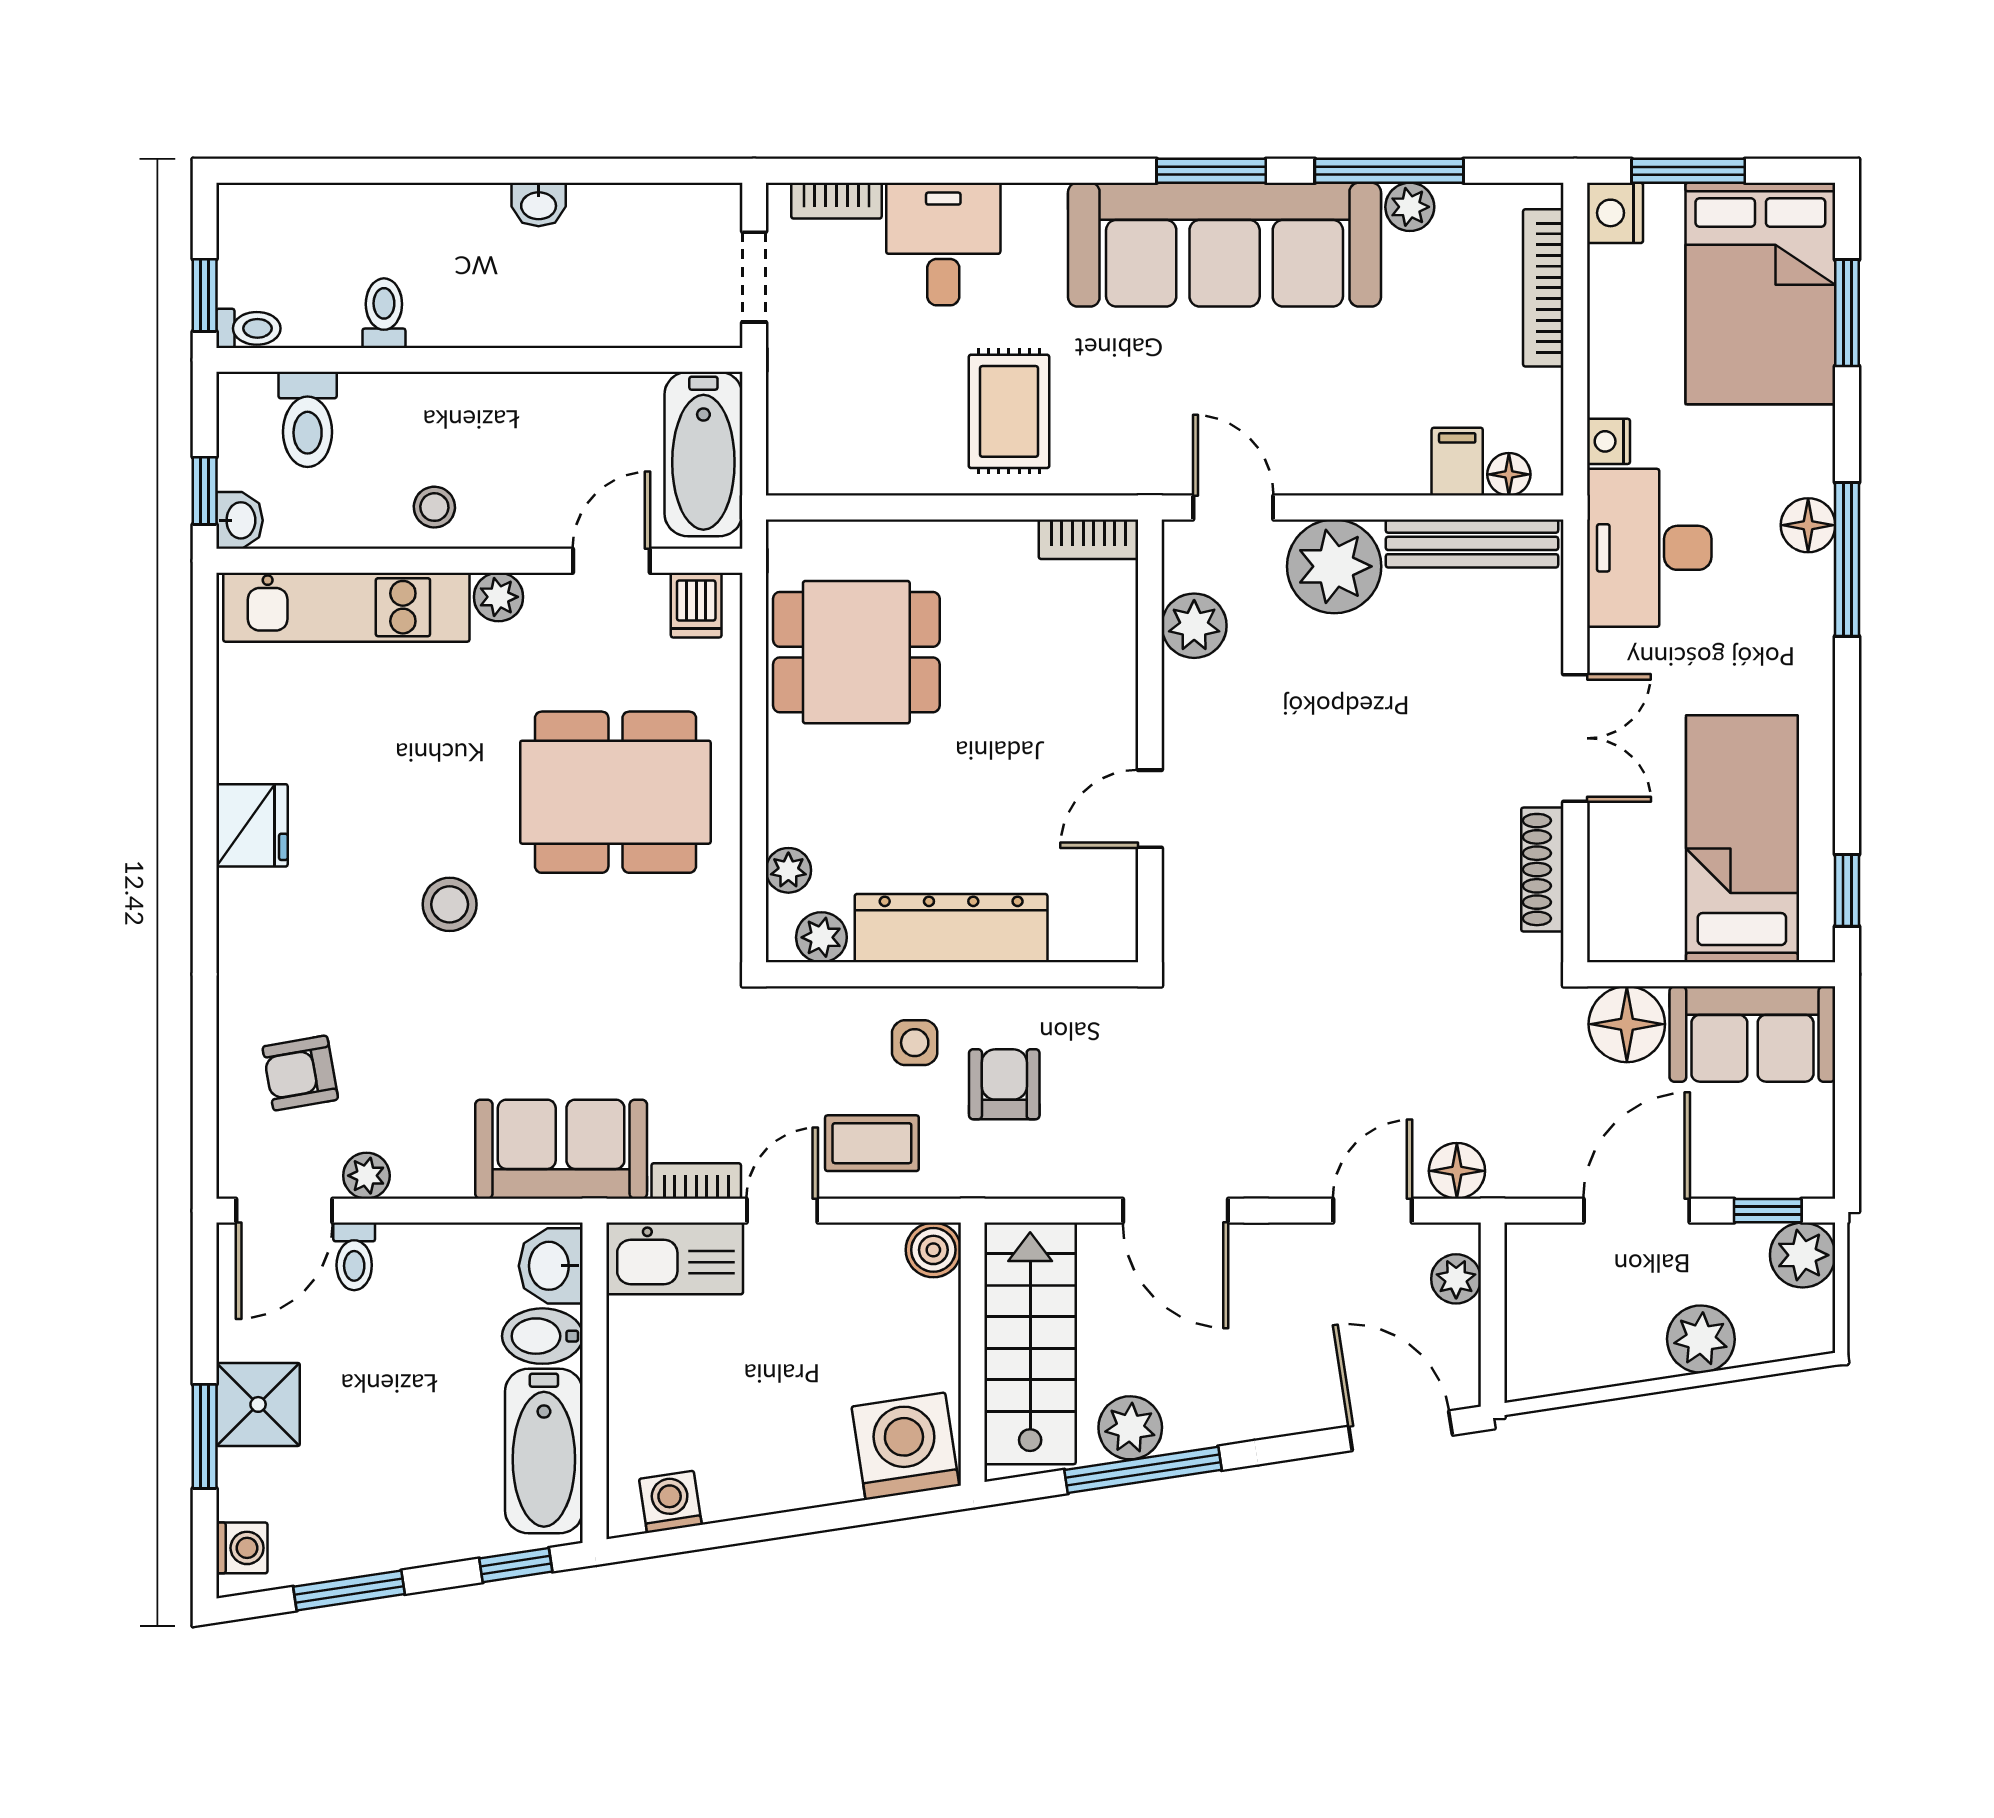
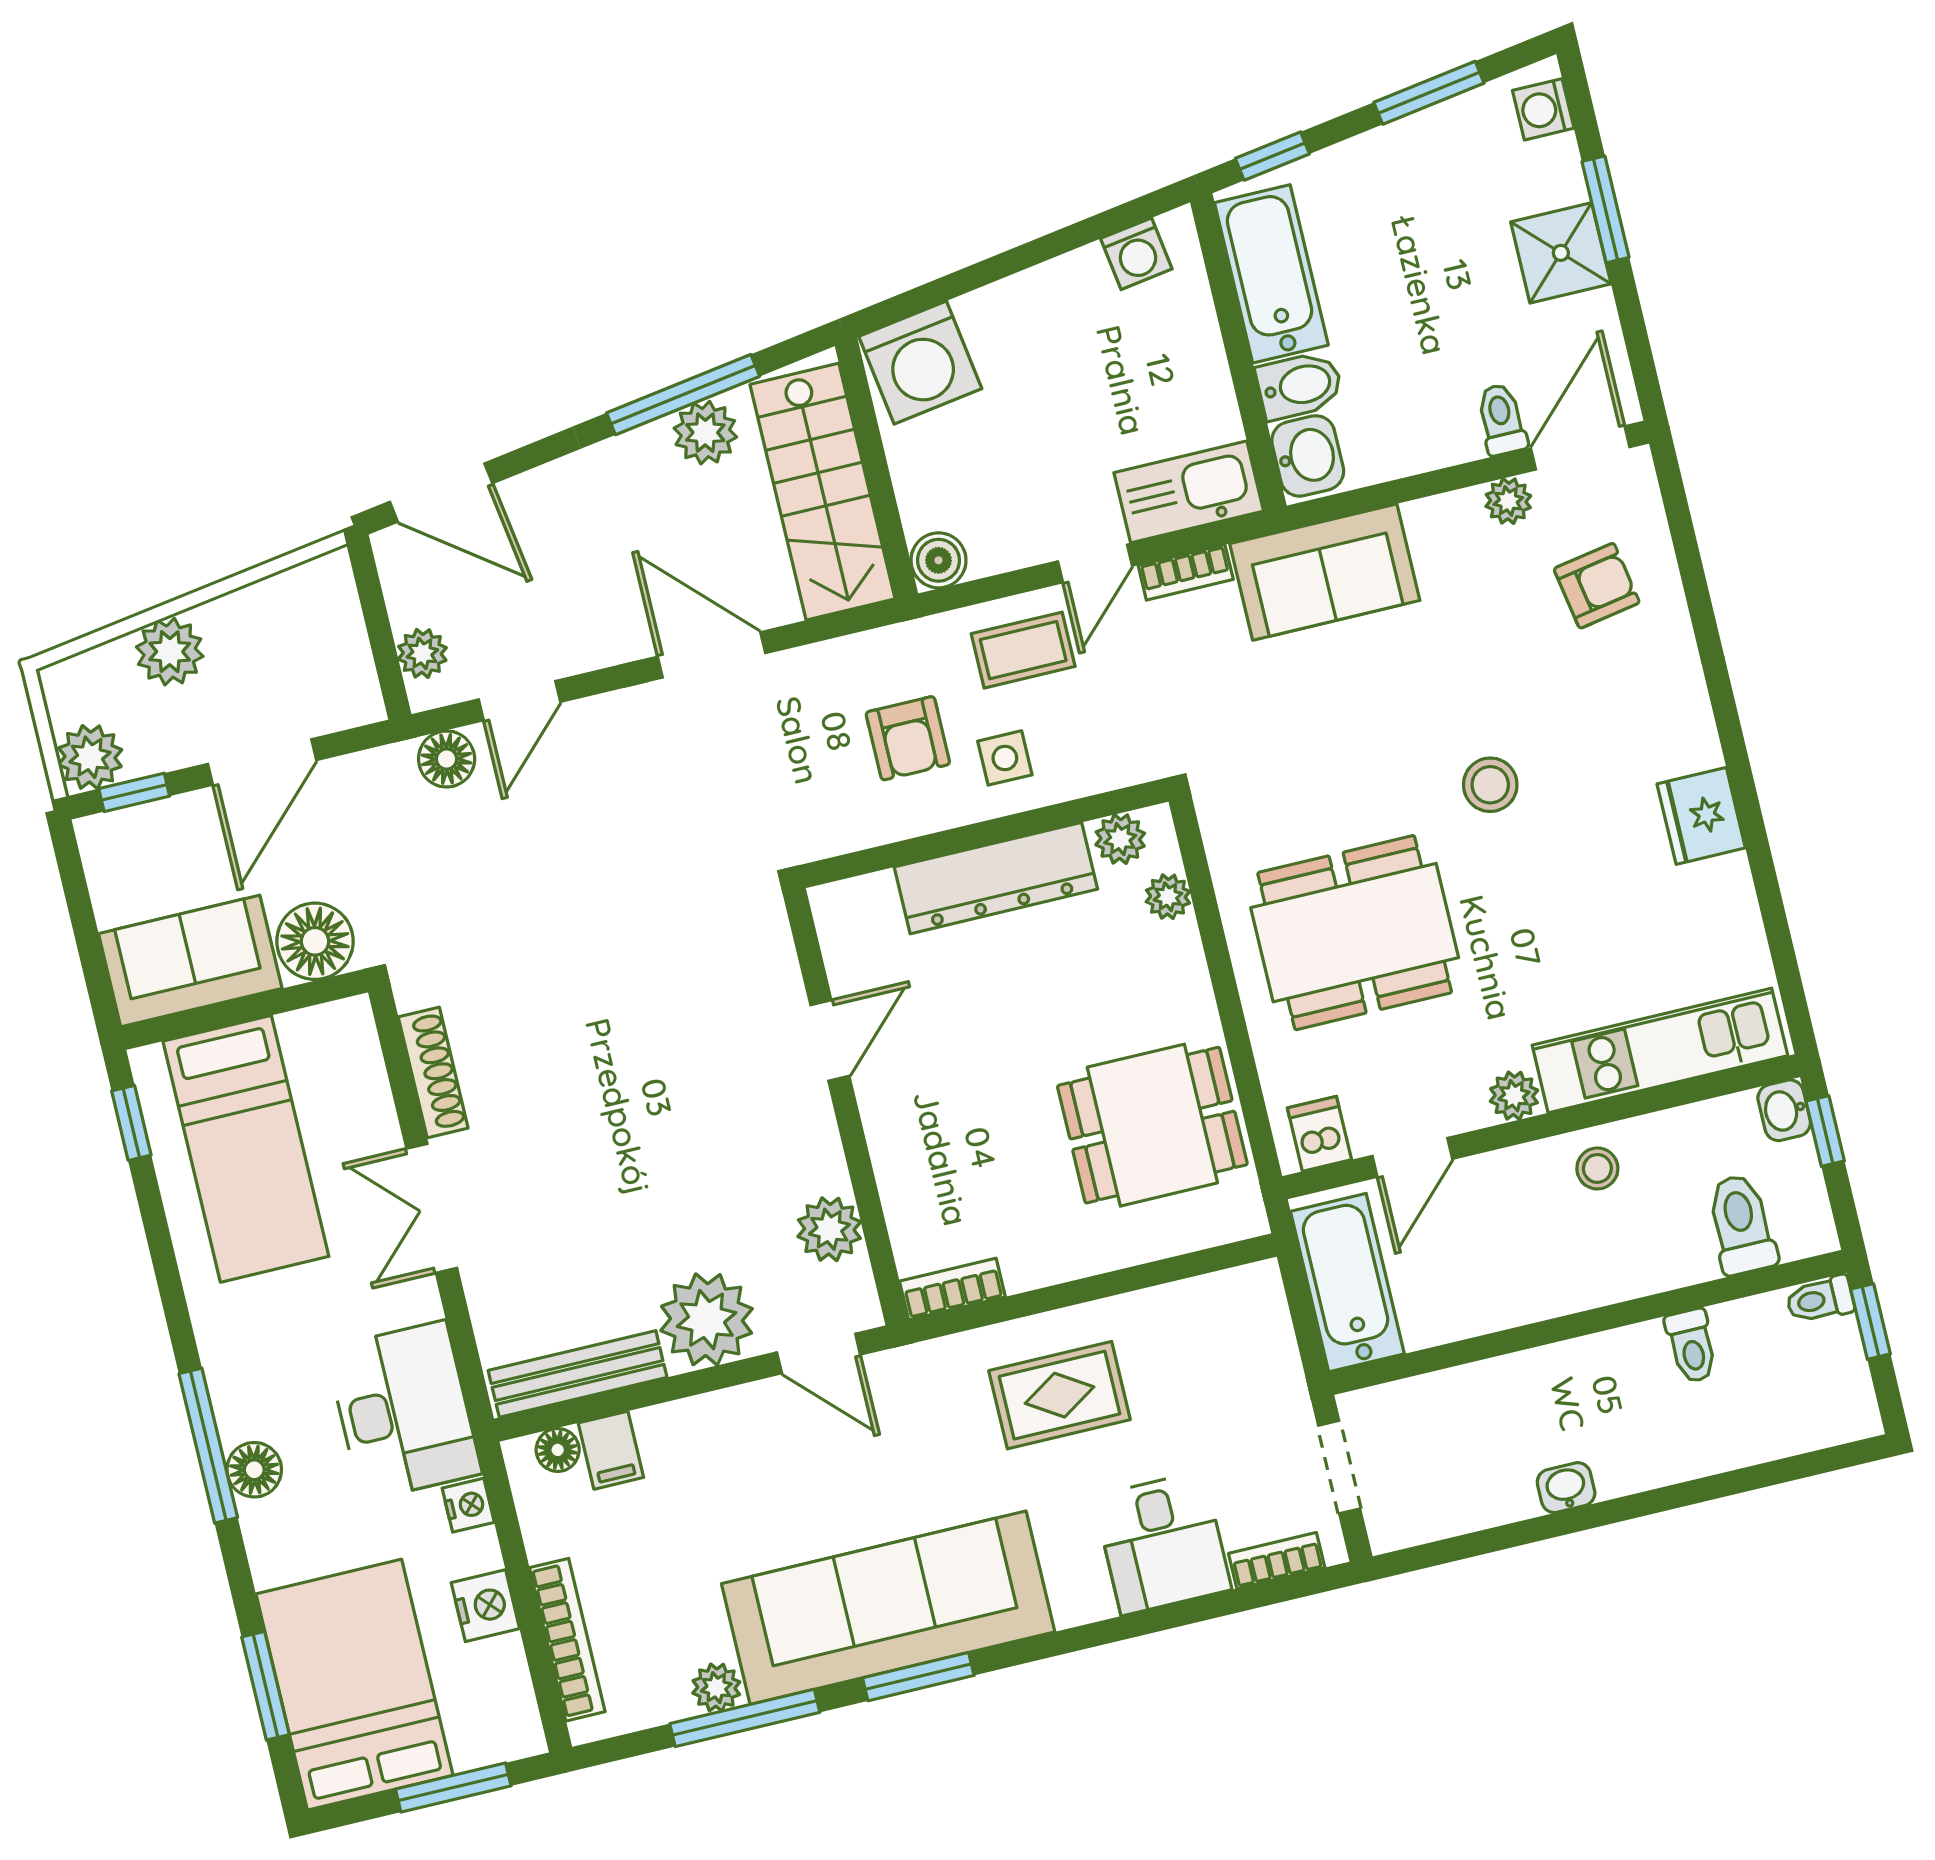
nightstand: (1615, 213) -> (485, 1606), moved
rug: (1009, 411) -> (1059, 1395), turned 90

